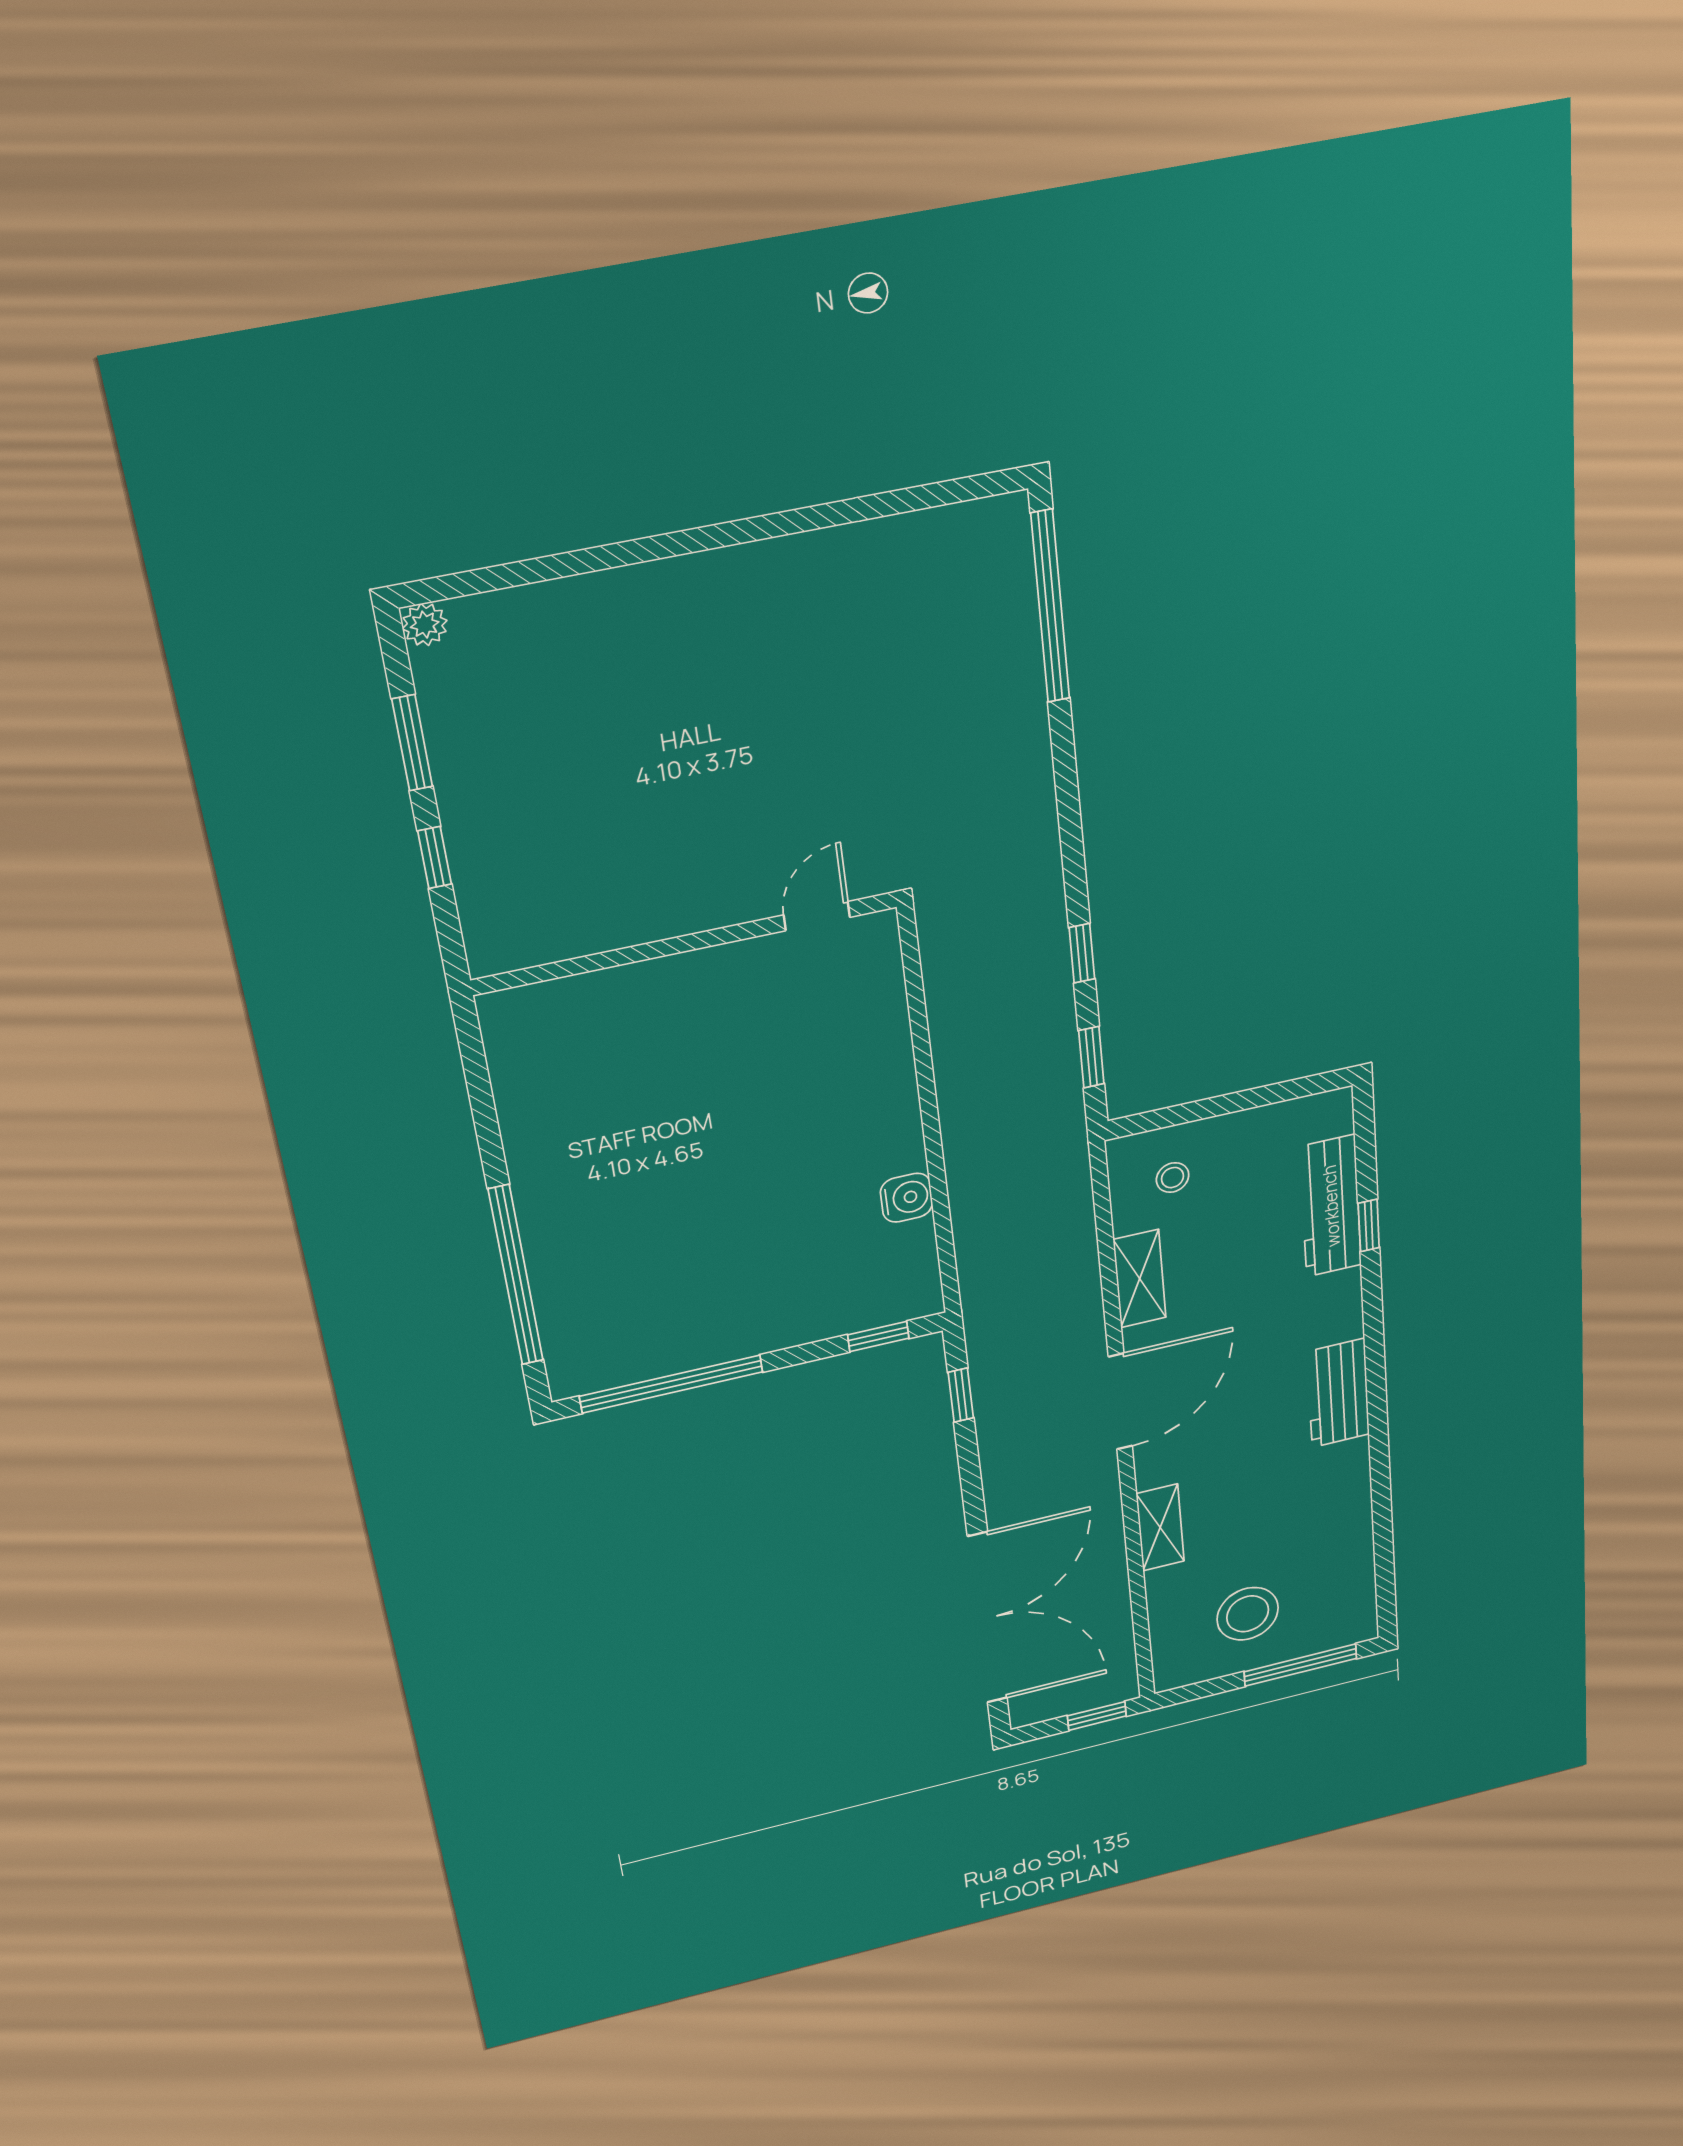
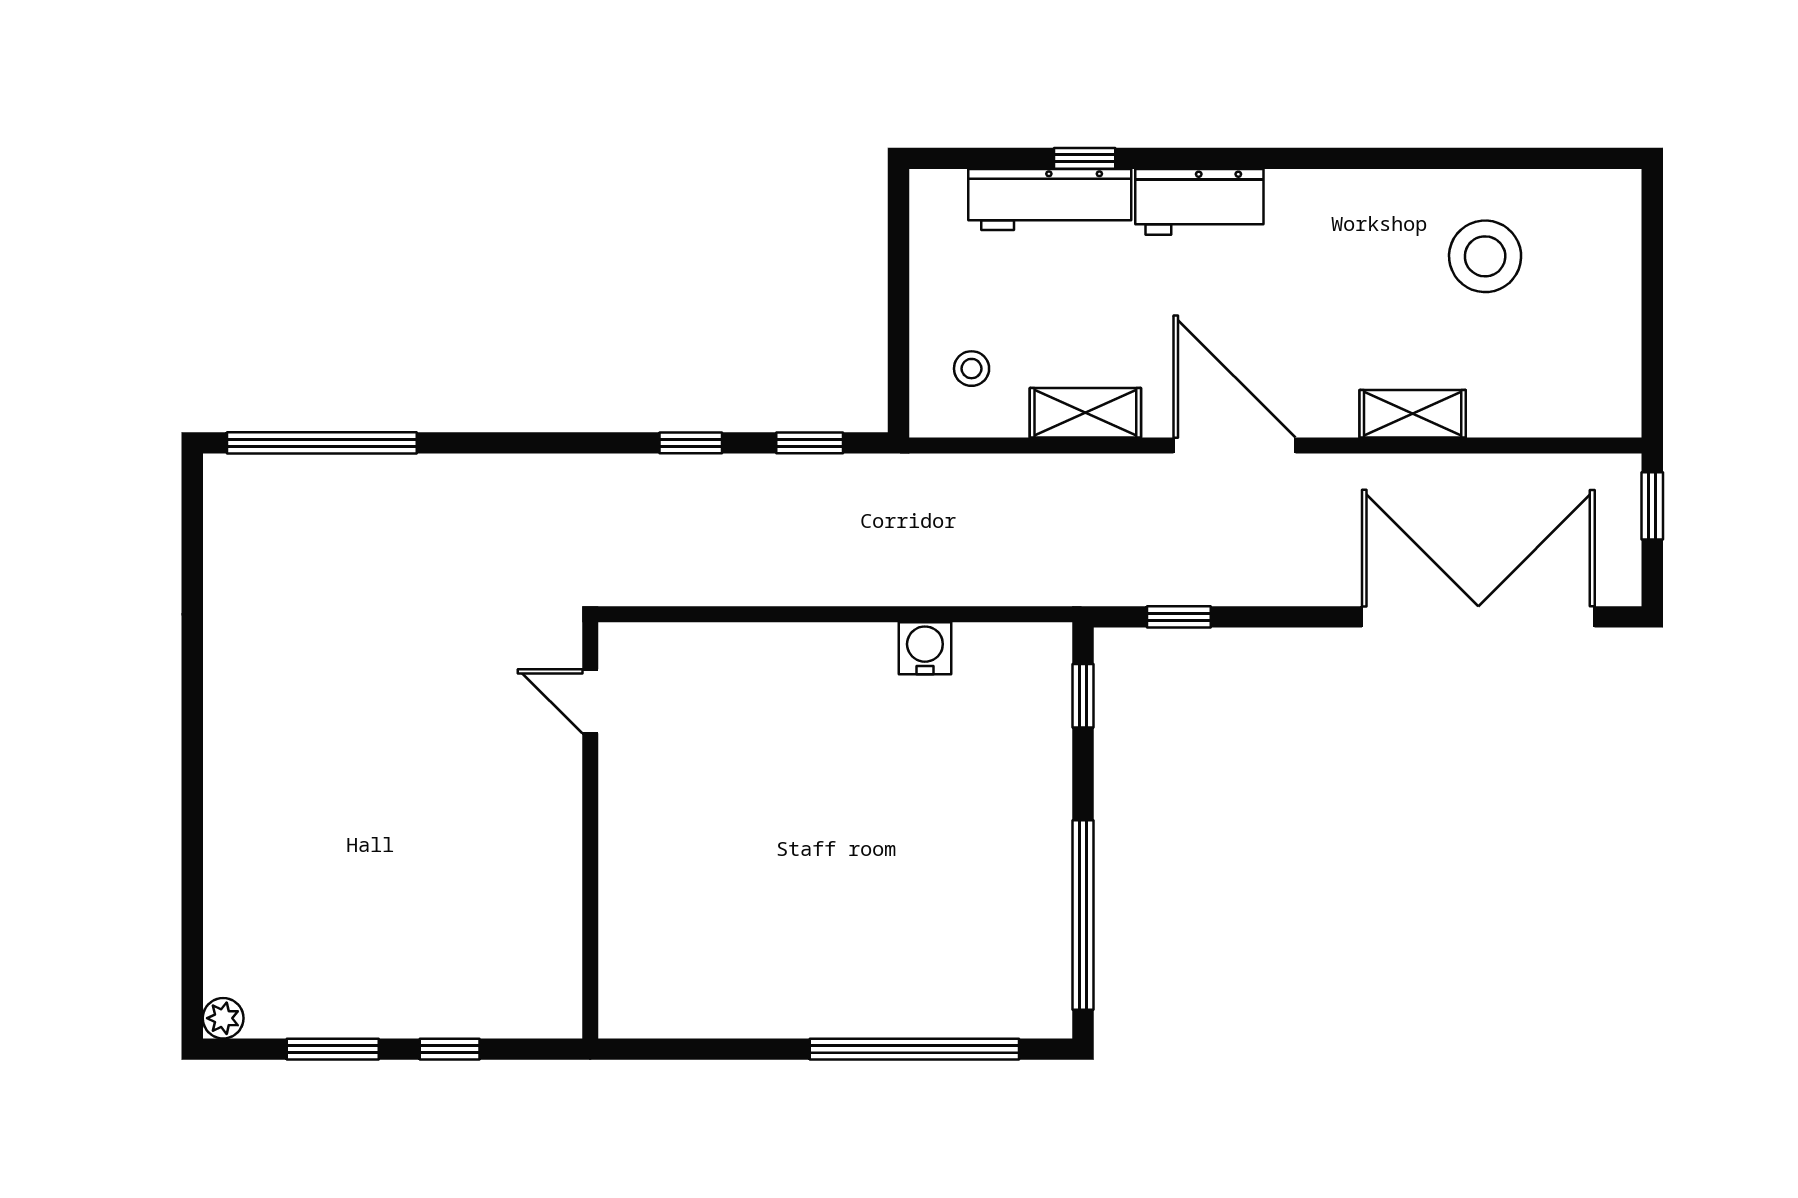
workbench: (1338, 1393) -> (1199, 202), moved
stool: (1248, 1614) -> (1485, 256), moved
window: (1300, 1665) -> (1652, 264), removed

